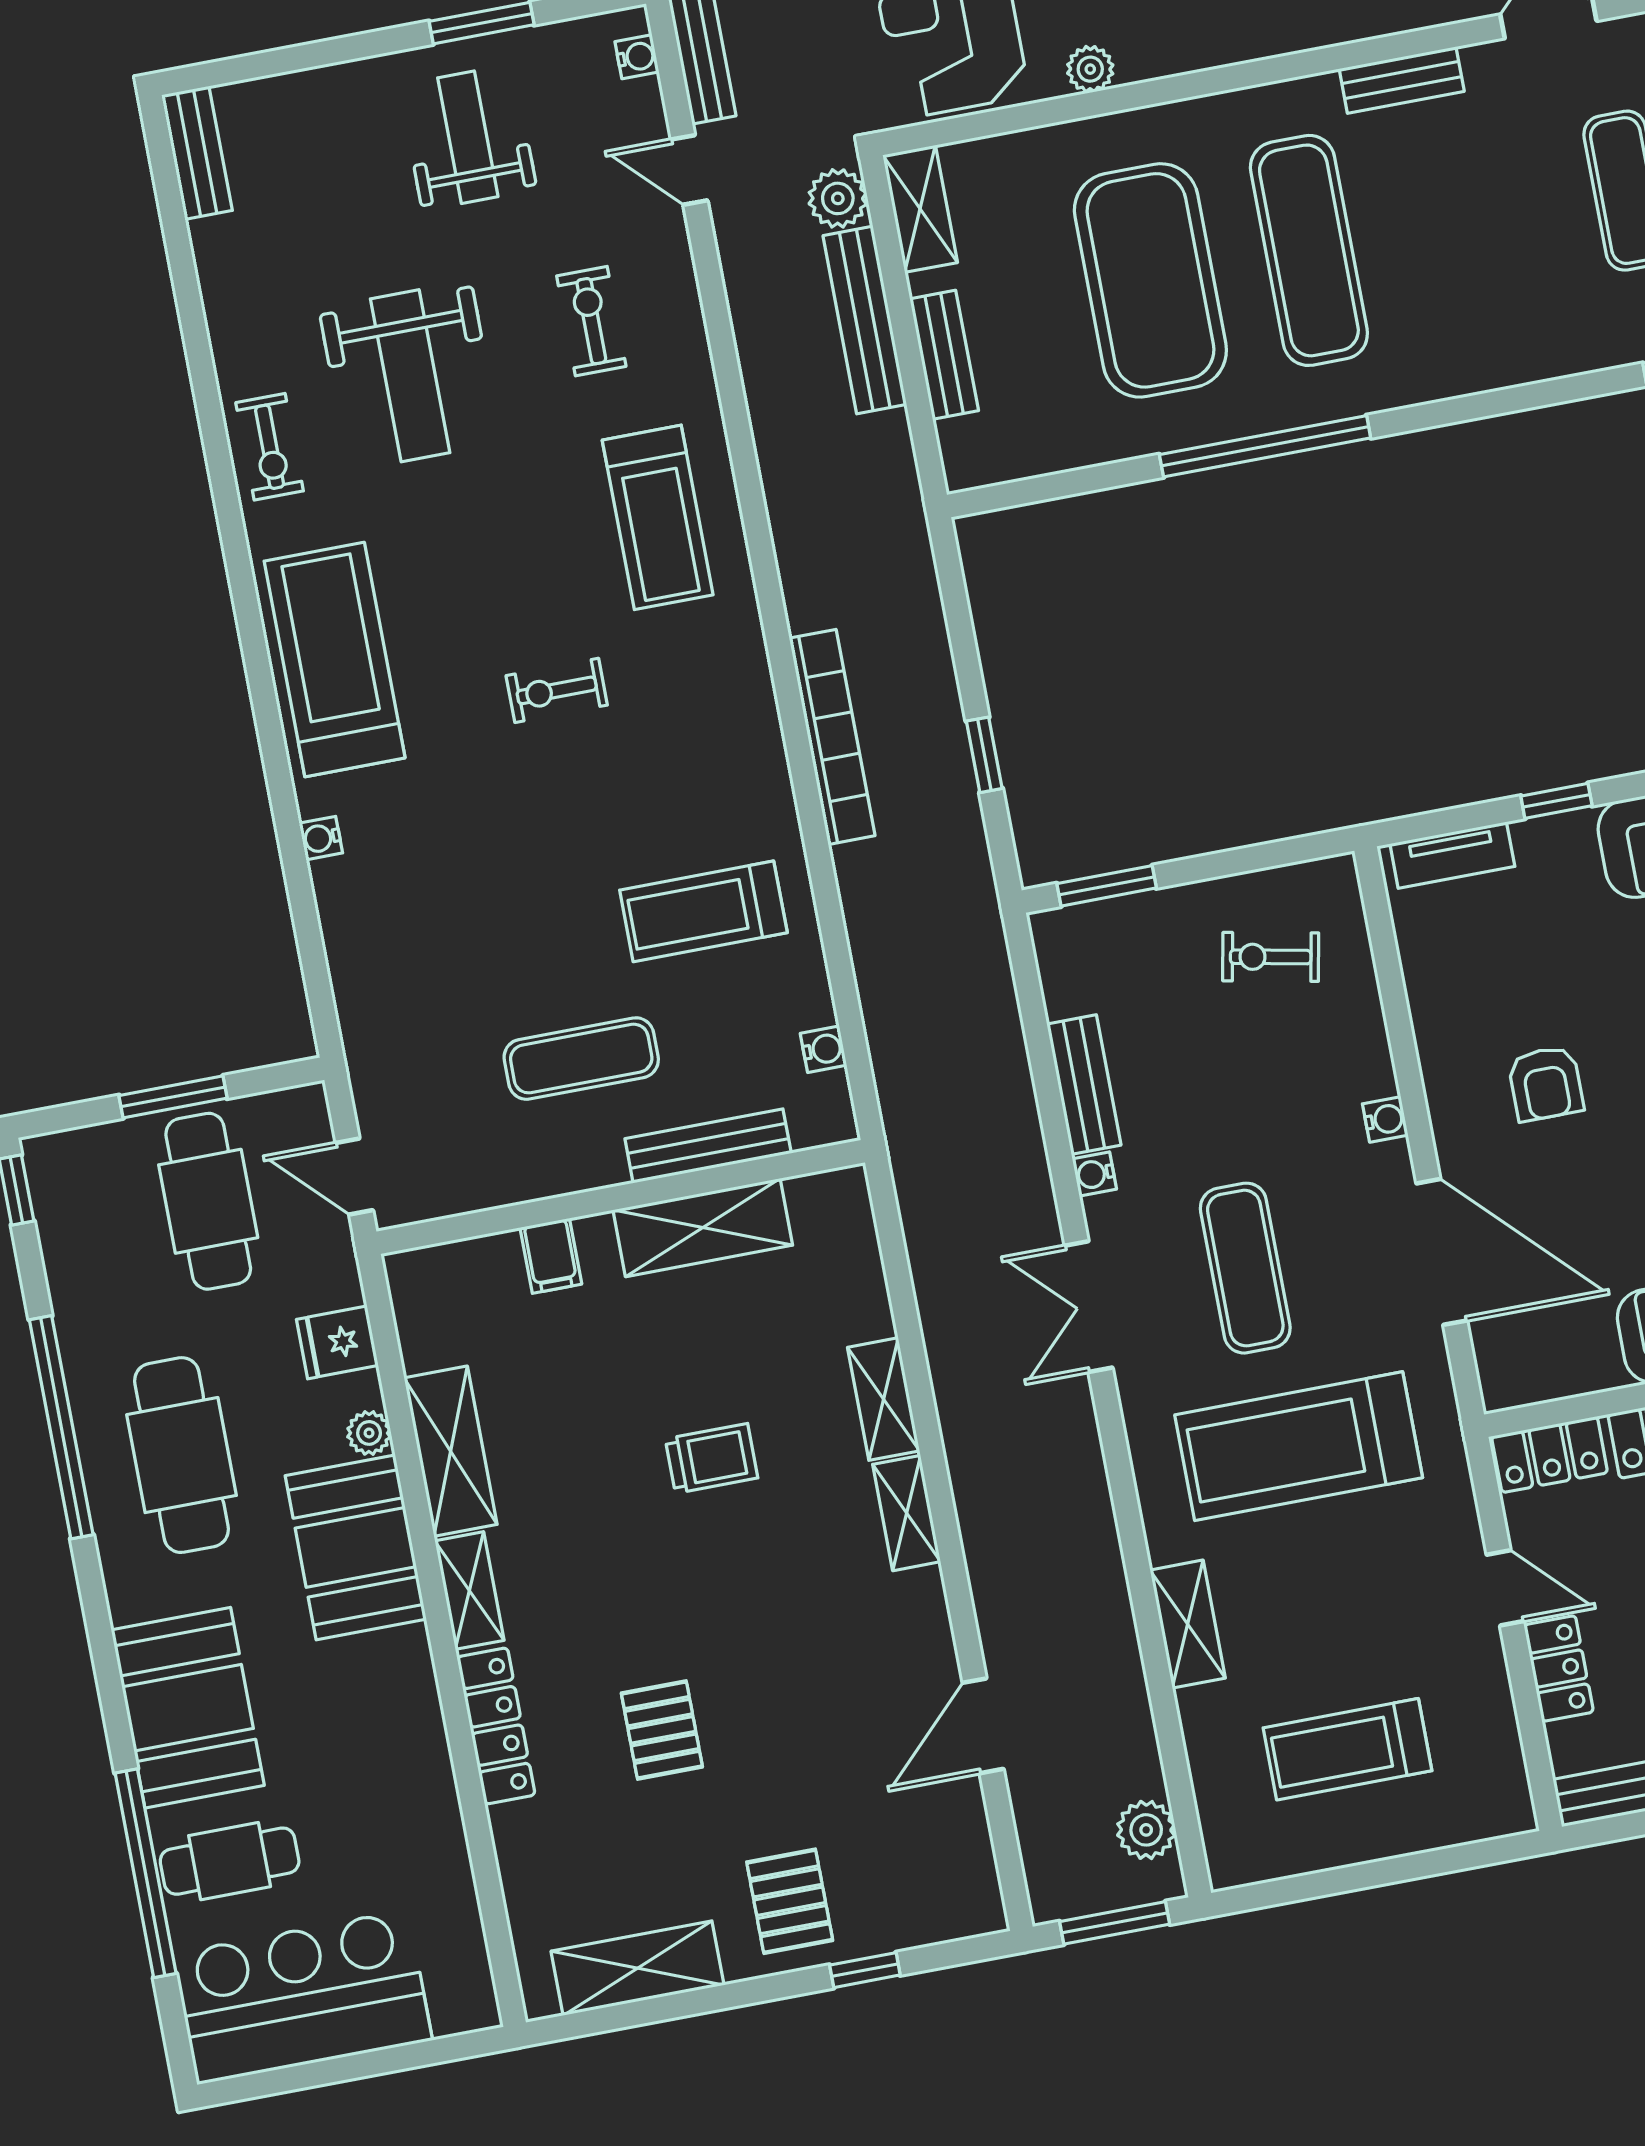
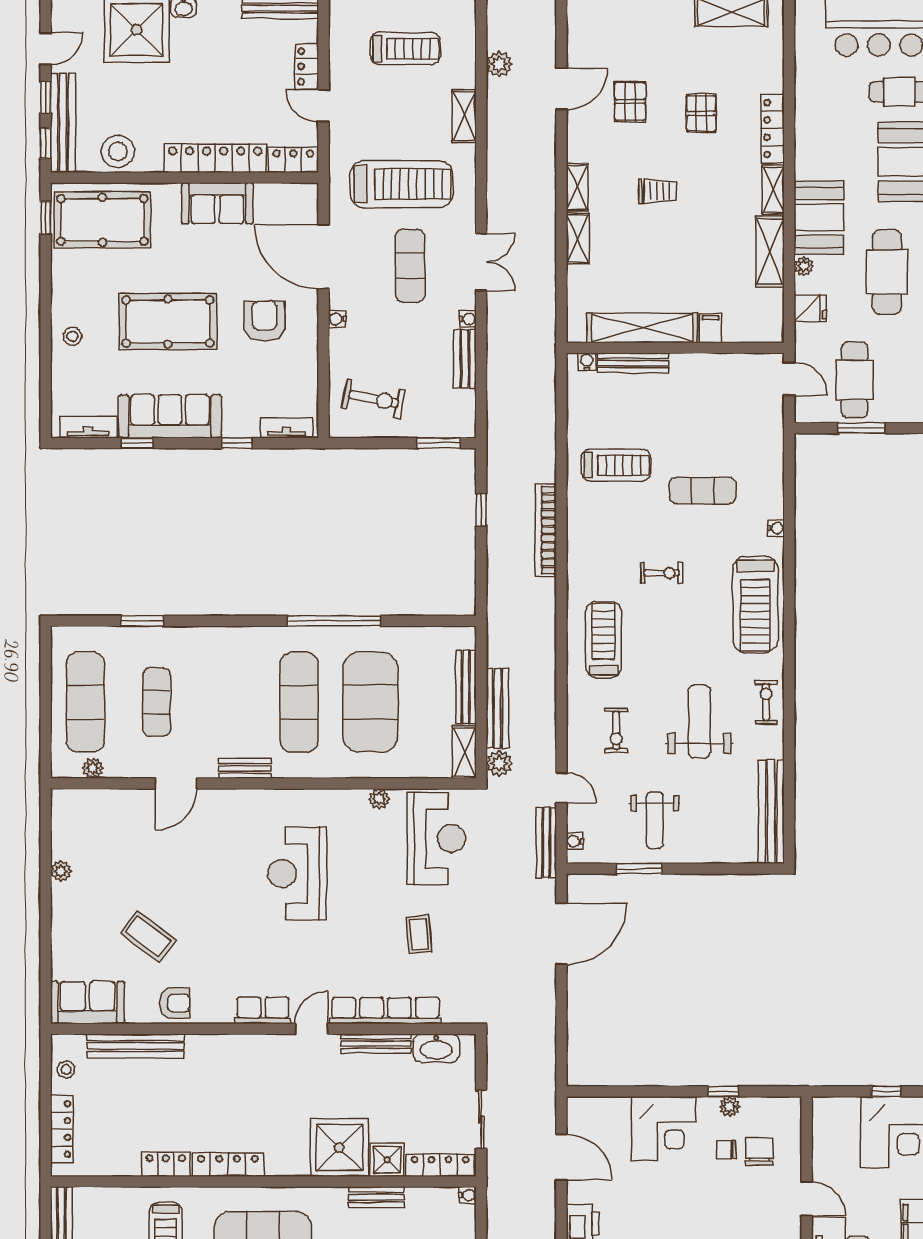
bench: (197, 153) -> (771, 812), width x1.86, depth x1.21
bench: (944, 355) -> (466, 687), width x1.36
exercise bike: (1271, 957) -> (374, 399), width x1.38, depth x1.39
water cooler: (823, 1049) -> (587, 362), moved, turned 90
exercise mat: (581, 1059) -> (703, 491), moved
armchair: (1546, 1084) -> (265, 321), width x1.38, depth x1.38
shelving: (703, 1228) -> (642, 328), width x1.47
trolley: (712, 1458) -> (657, 191), moved, turned 180
plant: (1146, 1830) -> (499, 64), moved
pallet: (790, 1901) -> (630, 101), moved

